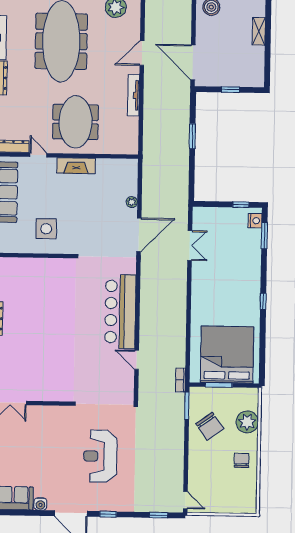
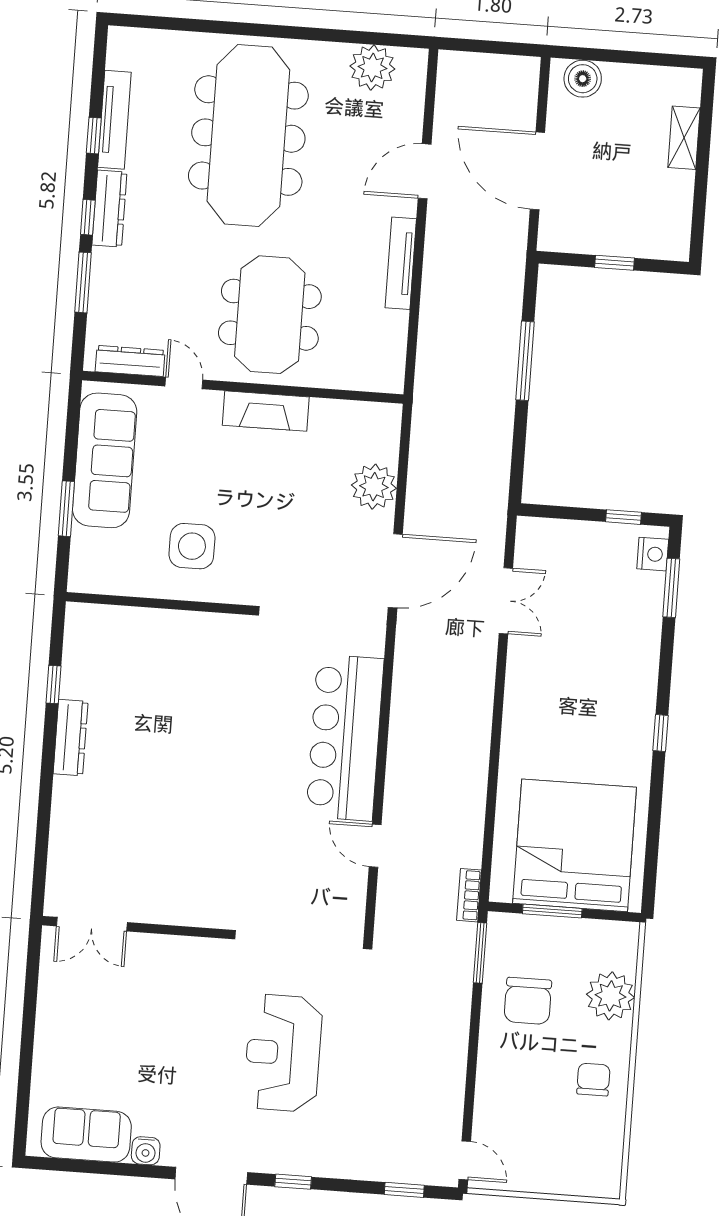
door: (193, 62) -> (537, 171), moved
window: (192, 136) -> (525, 361), width x1.44
plant: (132, 202) -> (374, 487), width x1.87, depth x1.87
chair: (210, 426) -> (528, 1001), turned 36

